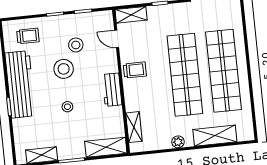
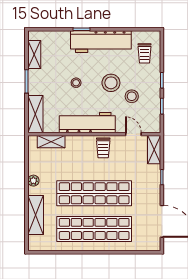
door: (117, 39) -> (133, 134), hinge flipped
workbench: (112, 90) -> (87, 123), width x1.88, depth x1.32

